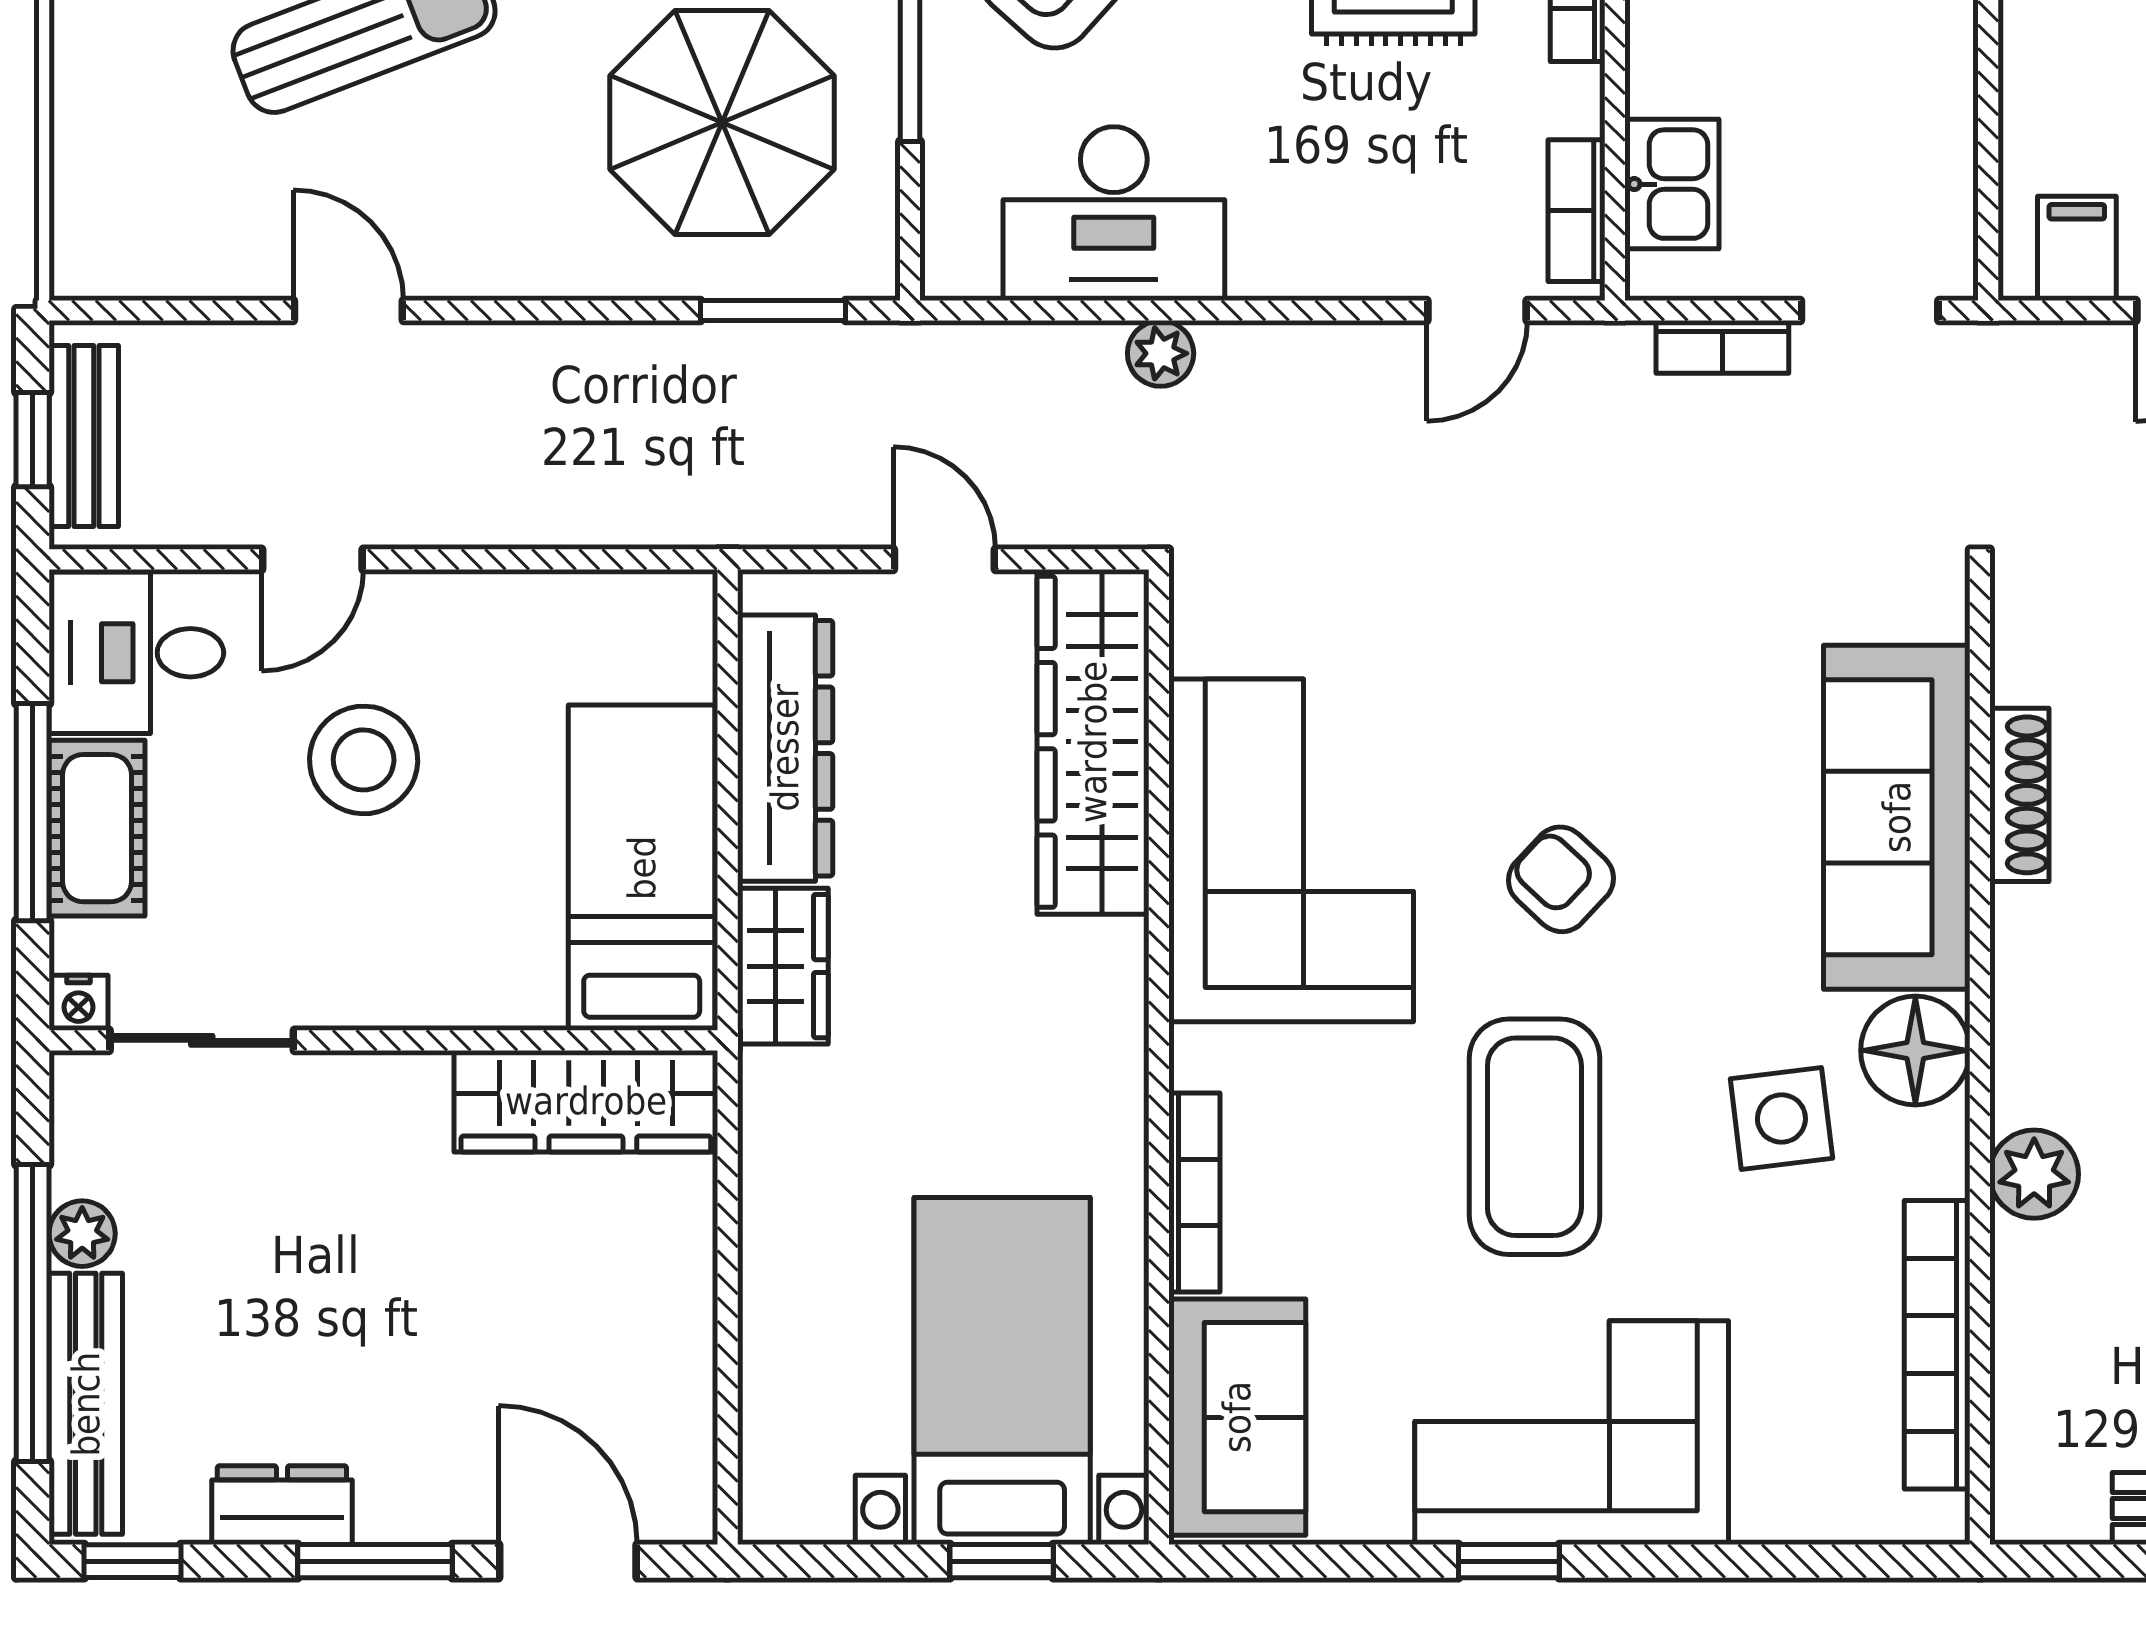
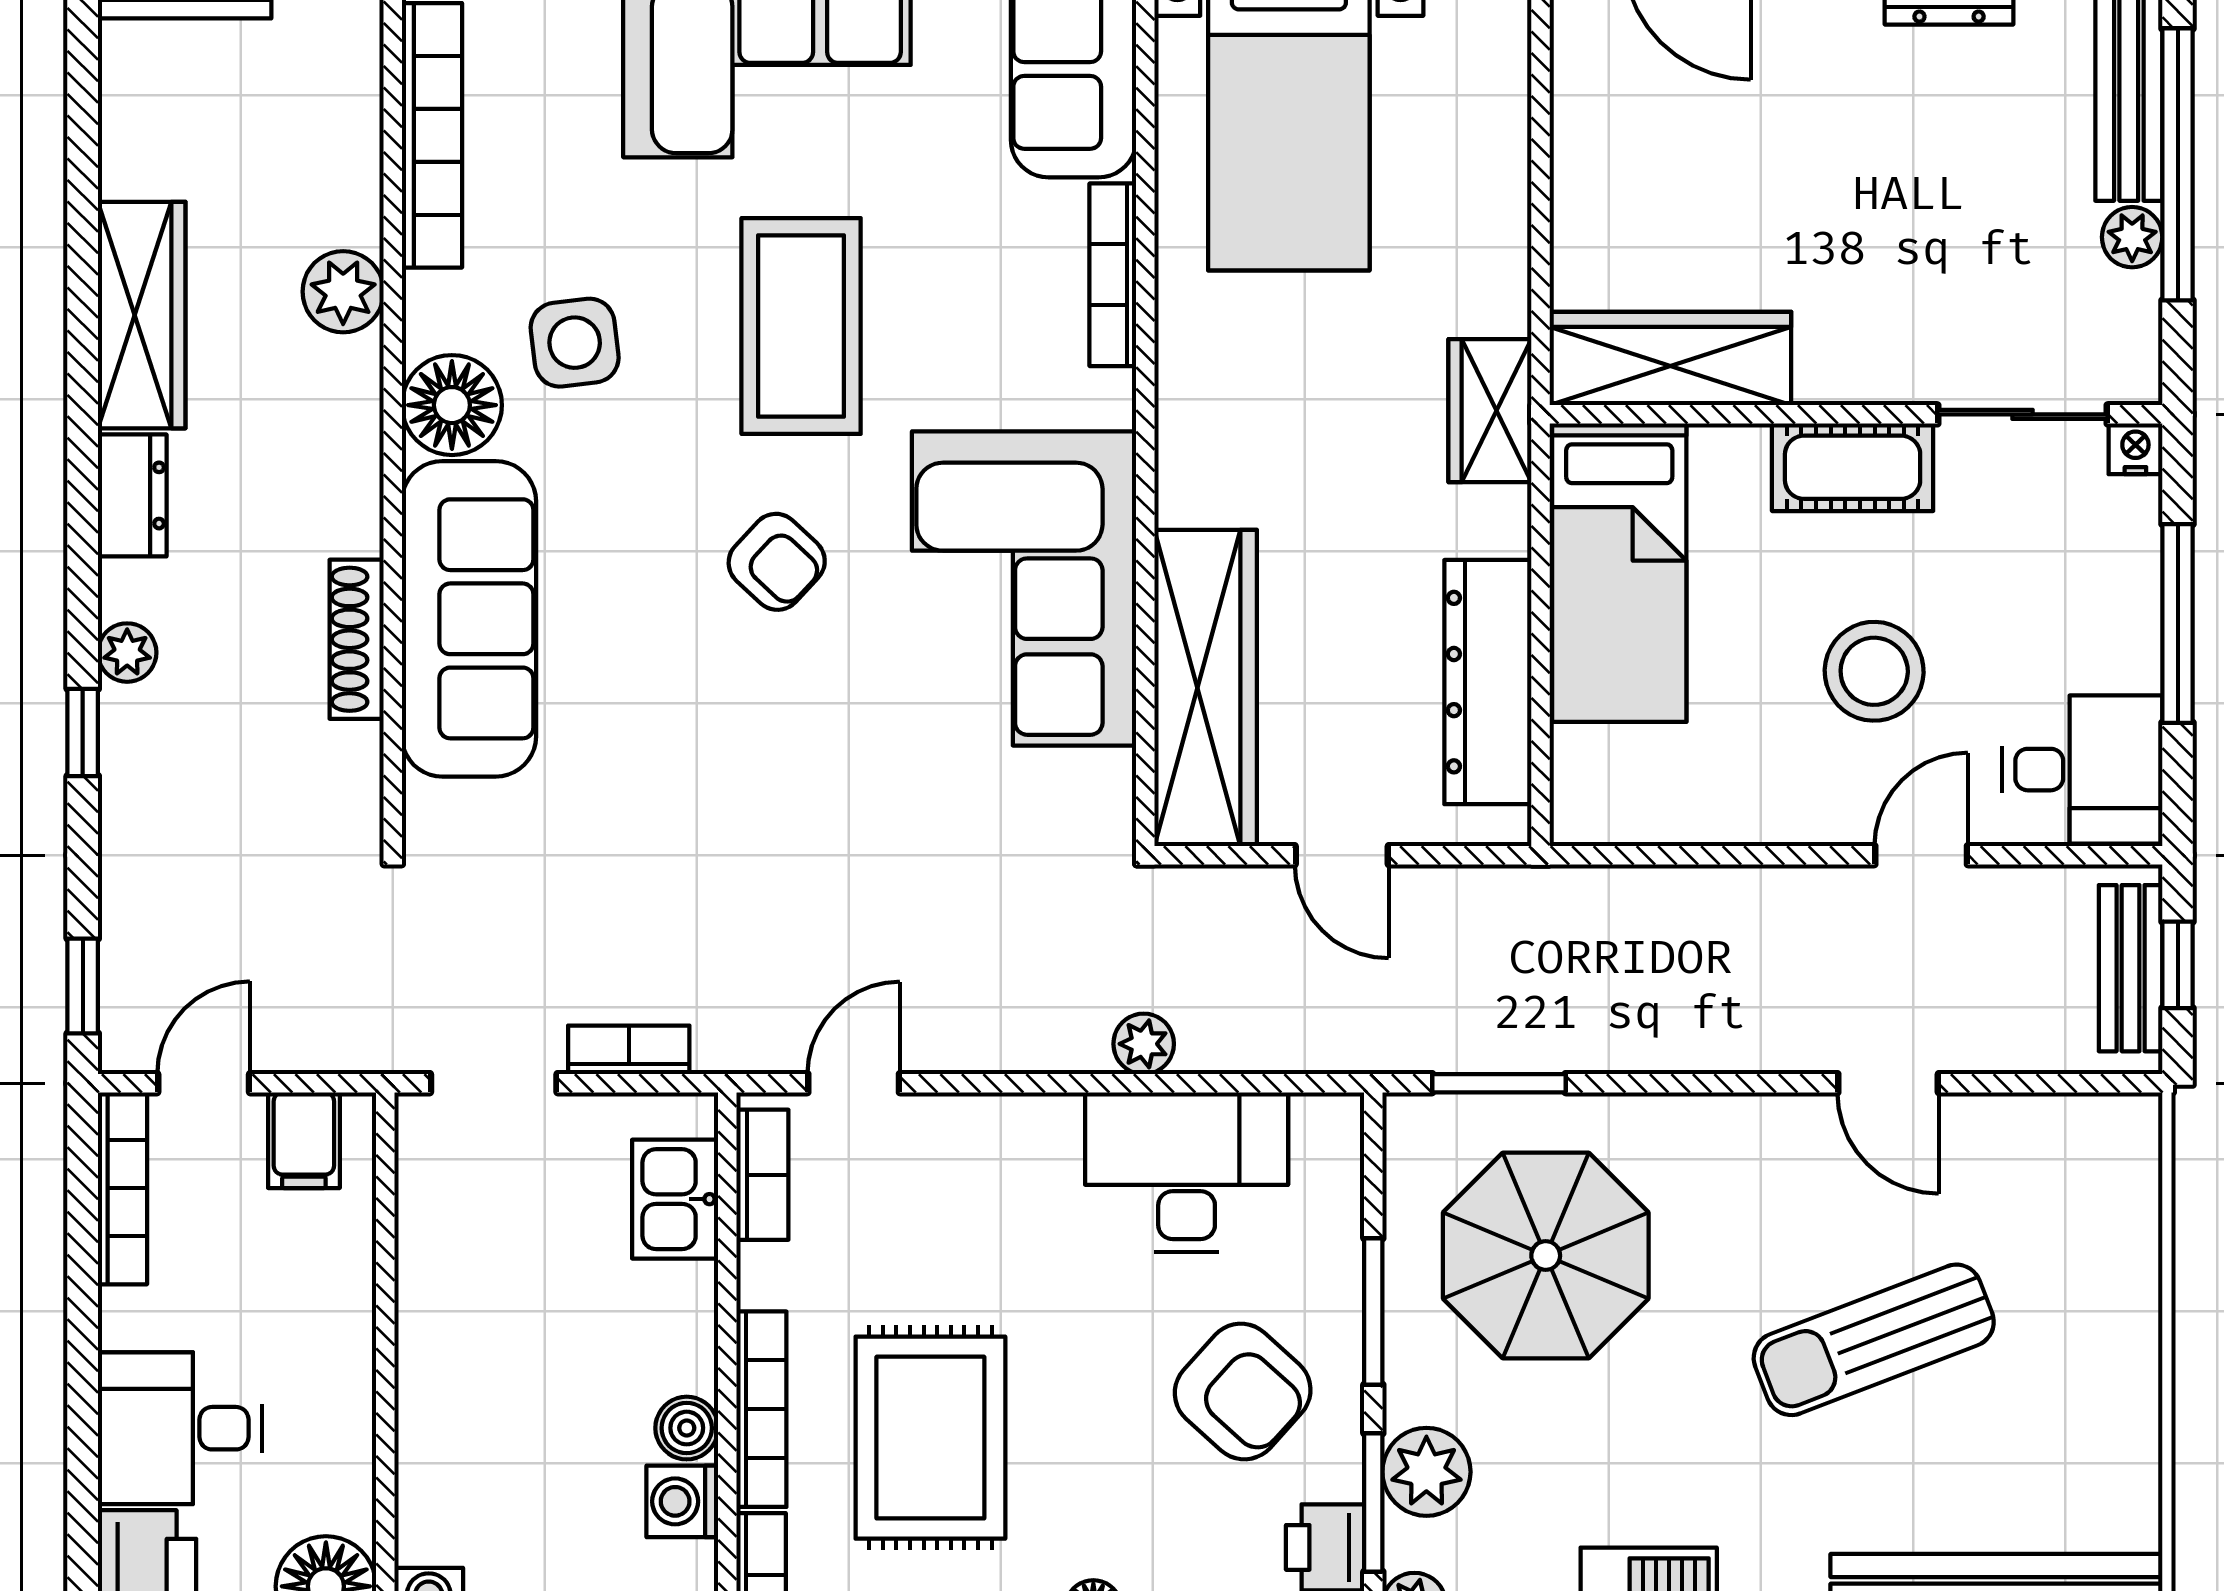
cot: (97, 828) -> (1853, 467), moved, turned 90
wardrobe: (783, 966) -> (1490, 411), moved

